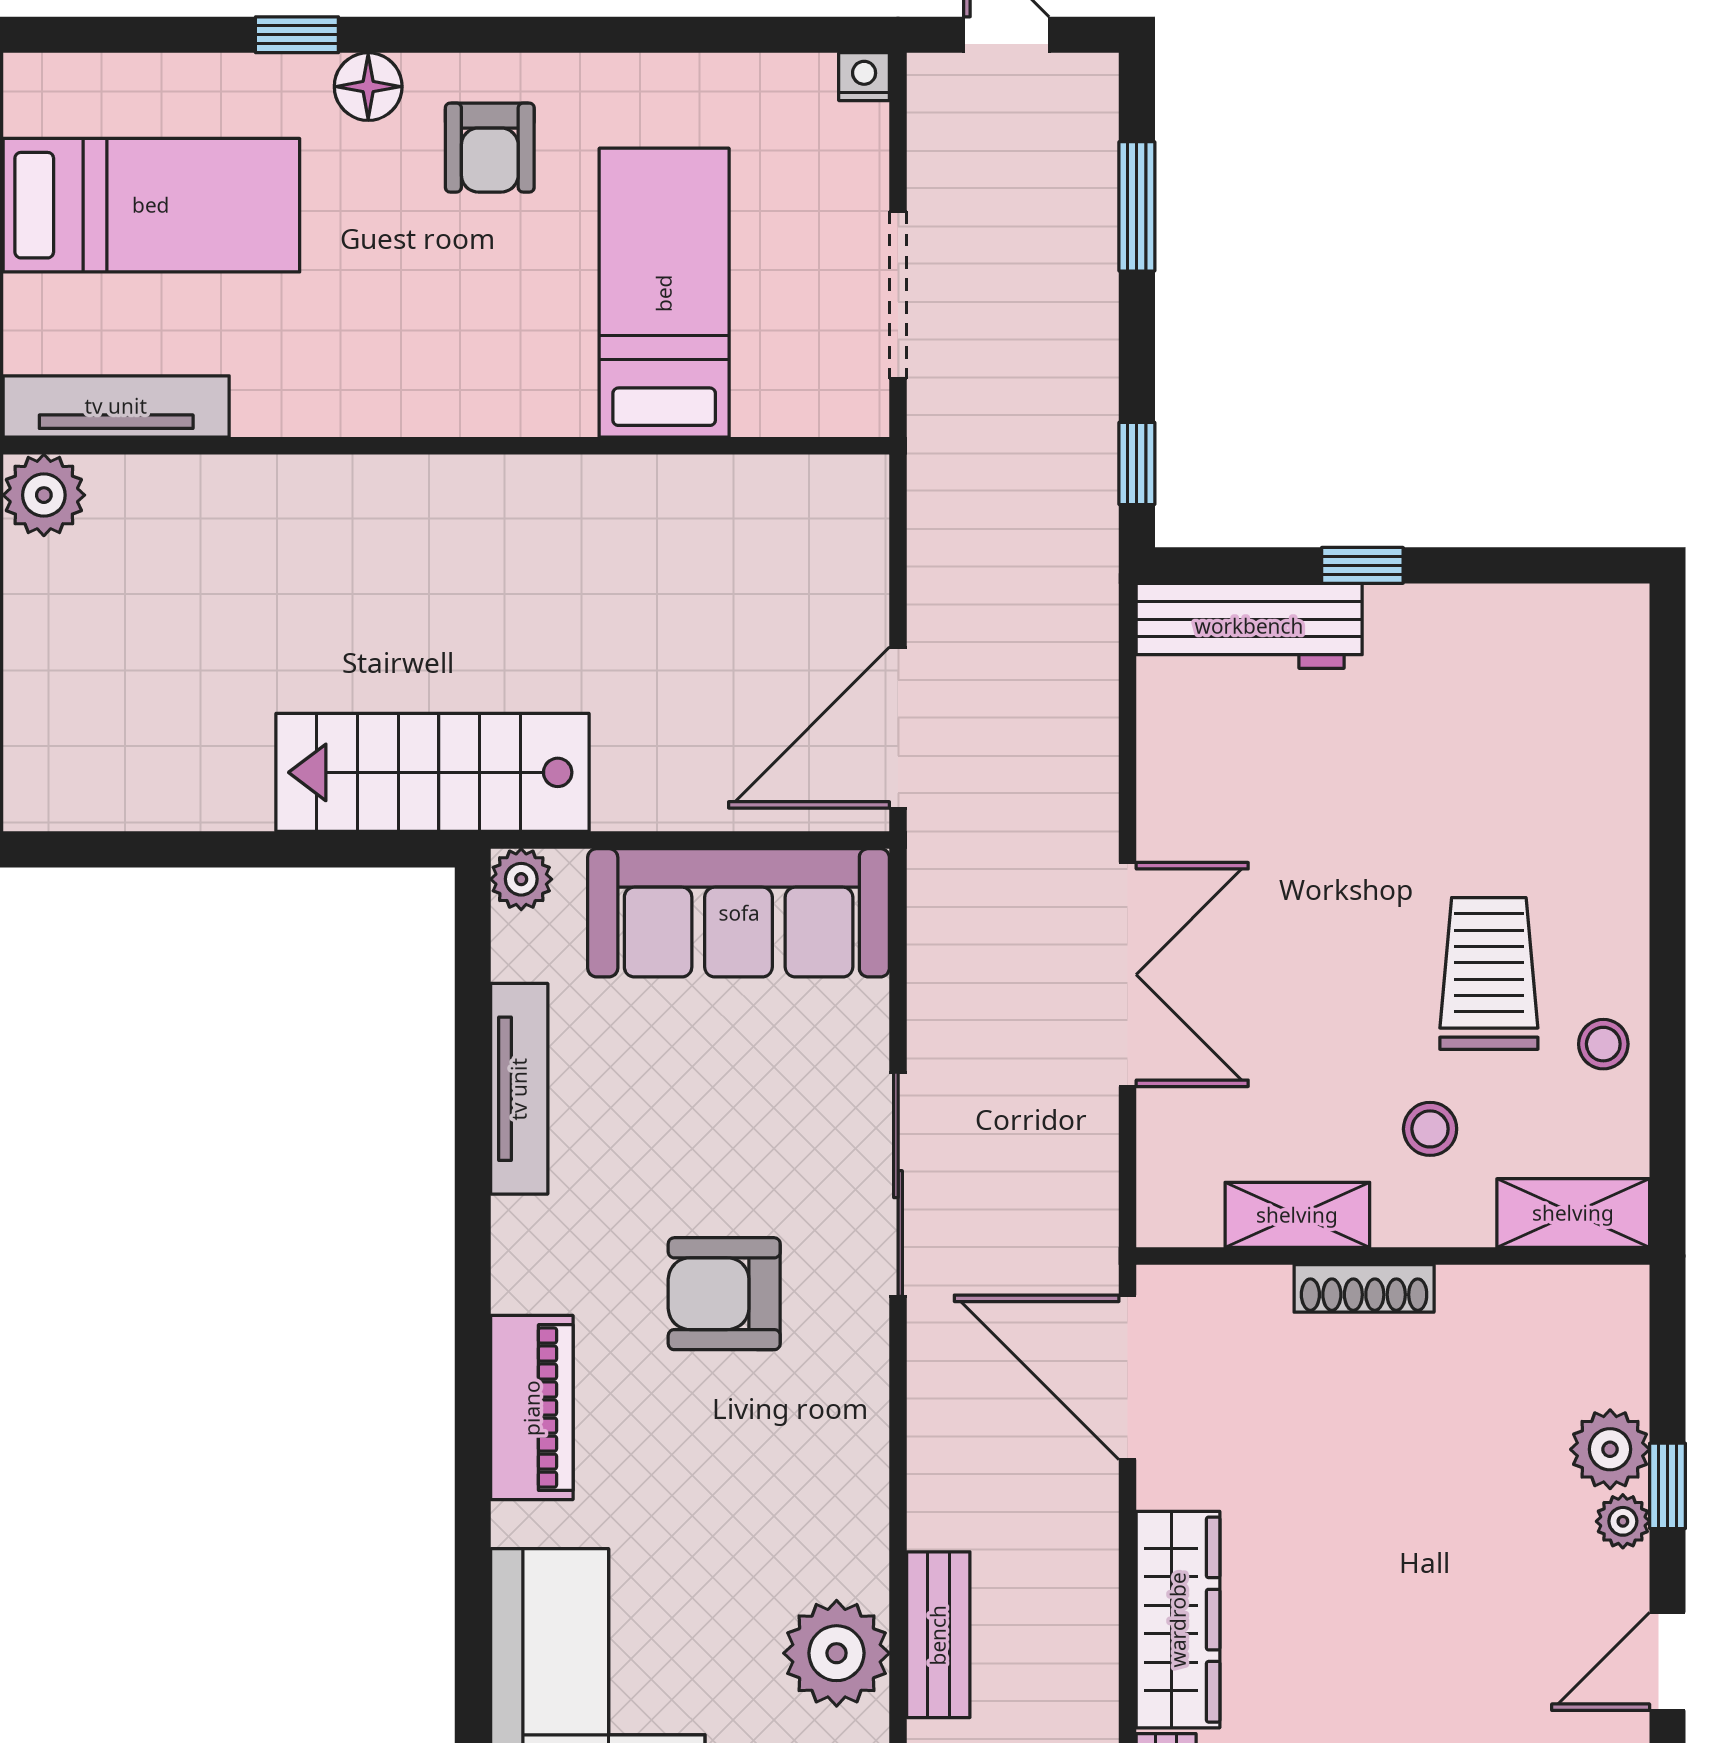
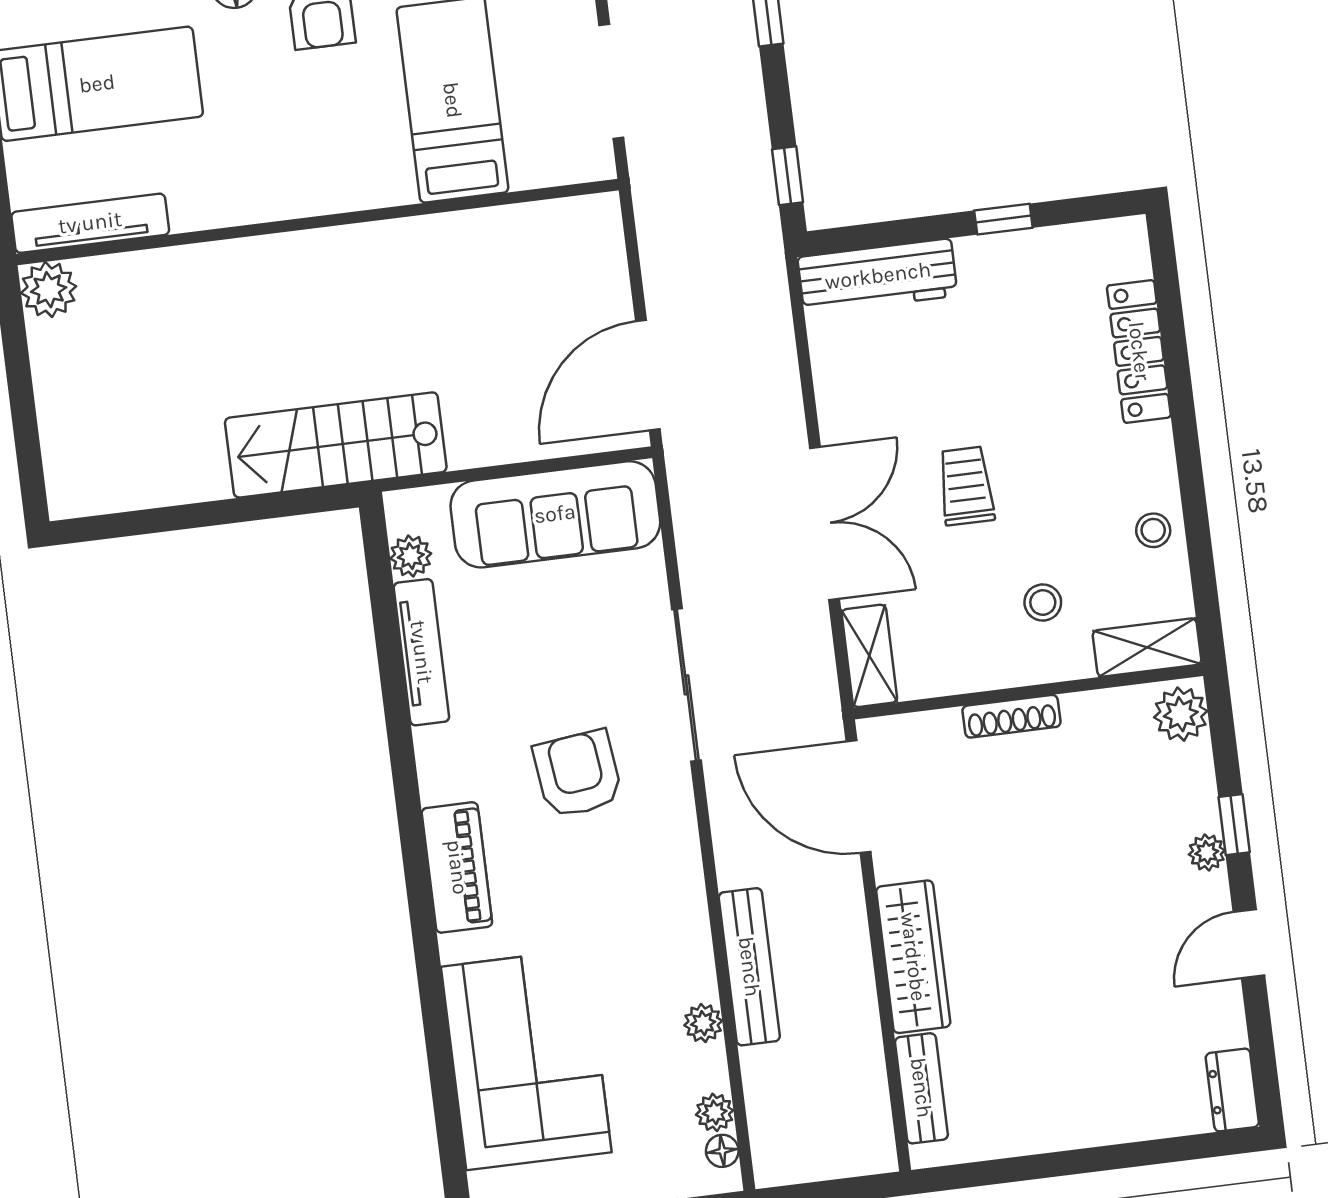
window: (1362, 565) -> (1003, 219), moved
locker: (1615, 782) -> (1139, 351), added
plant: (521, 879) -> (411, 556), moved
trolley: (1489, 973) -> (966, 486), moved, width x0.73, depth x0.72
shelving: (1297, 1215) -> (869, 656), moved, turned 90
armchair: (724, 1294) -> (578, 774), turned 83
plant: (1610, 1449) -> (1181, 714), moved
bench: (938, 1635) -> (749, 967), width x1.36
plant: (837, 1653) -> (703, 1023), width x0.53, depth x0.53

